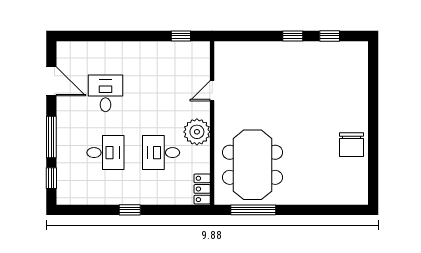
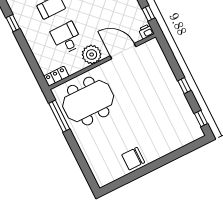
window: (330, 36) -> (201, 119), moved
printer: (202, 50) -> (146, 31), added
door: (212, 91) -> (123, 51), width x1.88
window: (130, 210) -> (13, 23), moved

